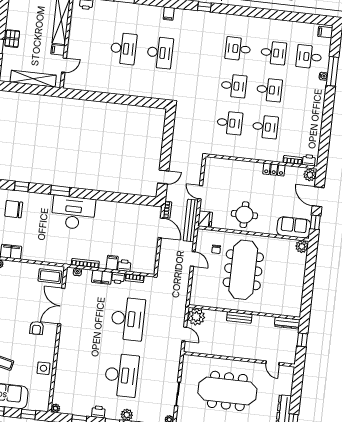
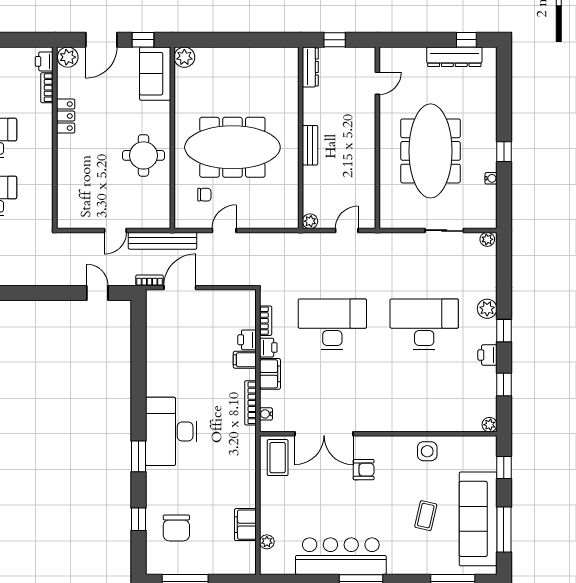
fridge: (205, 219) -> (158, 218), removed
plant: (196, 317) -> (310, 221), width x0.53, depth x0.53

